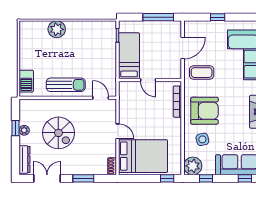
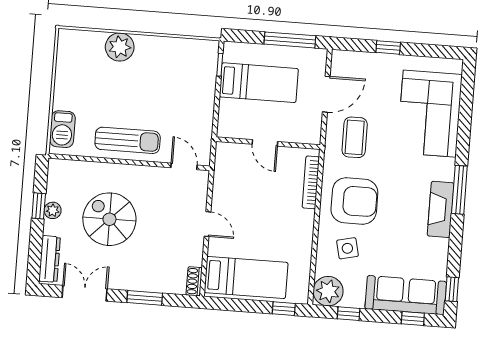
bed: (129, 56) -> (259, 83), moved, turned 90
coffee table: (202, 73) -> (355, 137), turned 90
spiral stairs: (58, 133) -> (109, 219), turned 180
bed: (143, 156) -> (246, 278), width x0.67

